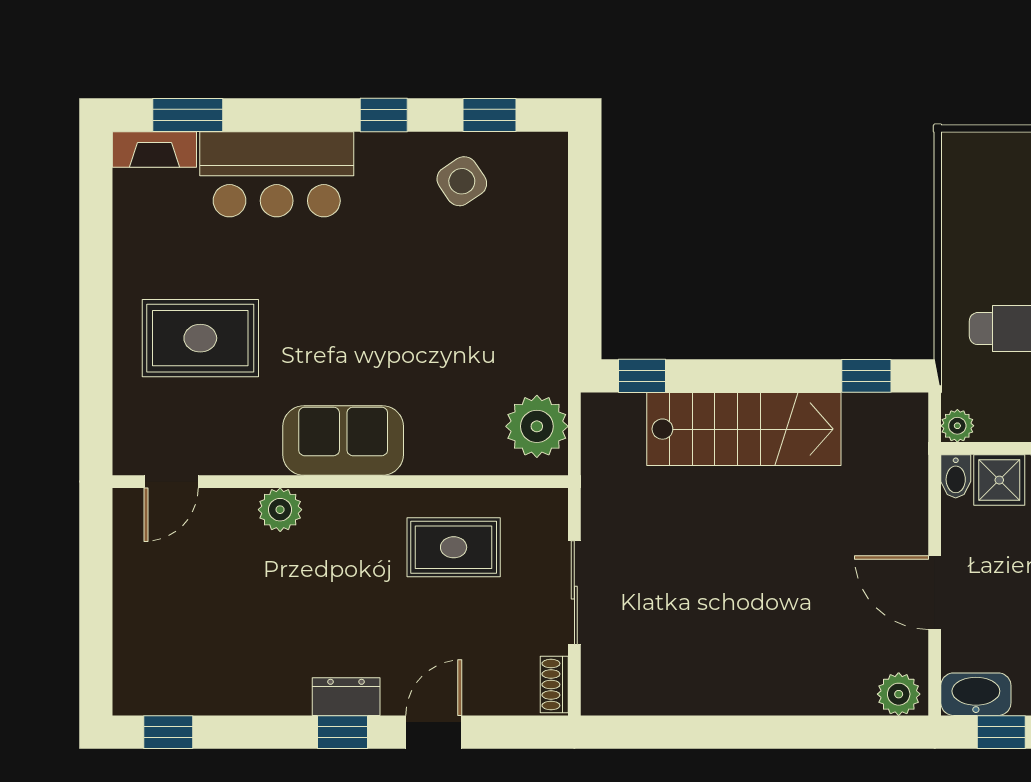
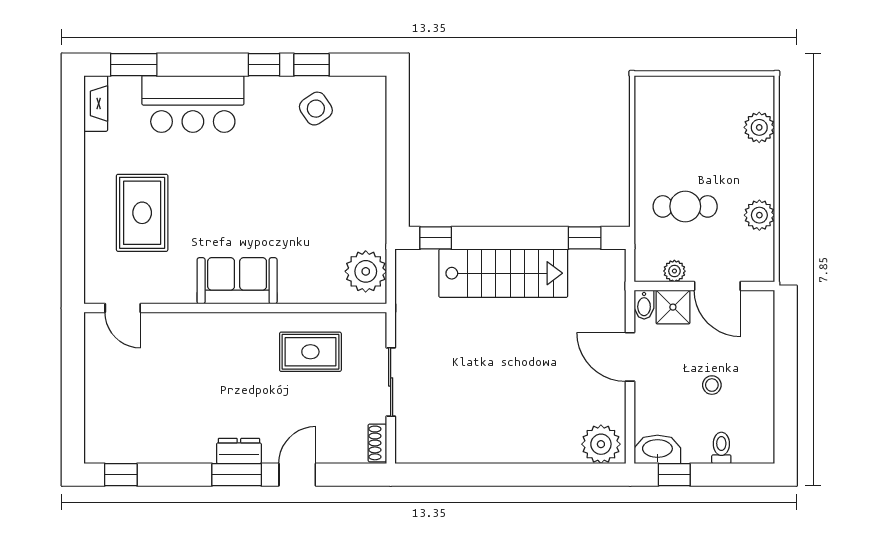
window: (489, 115) -> (312, 65), moved
fireplace: (154, 149) -> (96, 103), moved, turned -90
rug: (200, 338) -> (142, 213), turned 90
plant: (957, 426) -> (674, 271), moved
door: (171, 482) -> (123, 308), hinge flipped
plant: (280, 510) -> (195, 327), removed
door: (935, 593) -> (630, 357), moved
plant: (899, 694) -> (601, 444), width x1.36, depth x1.36
window: (343, 732) -> (237, 475), width x1.50

